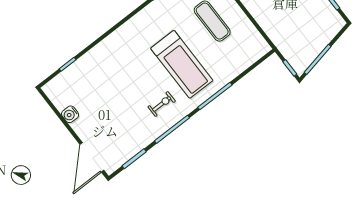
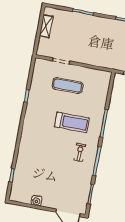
treadmill: (182, 64) -> (72, 122), width x0.73, depth x0.73

